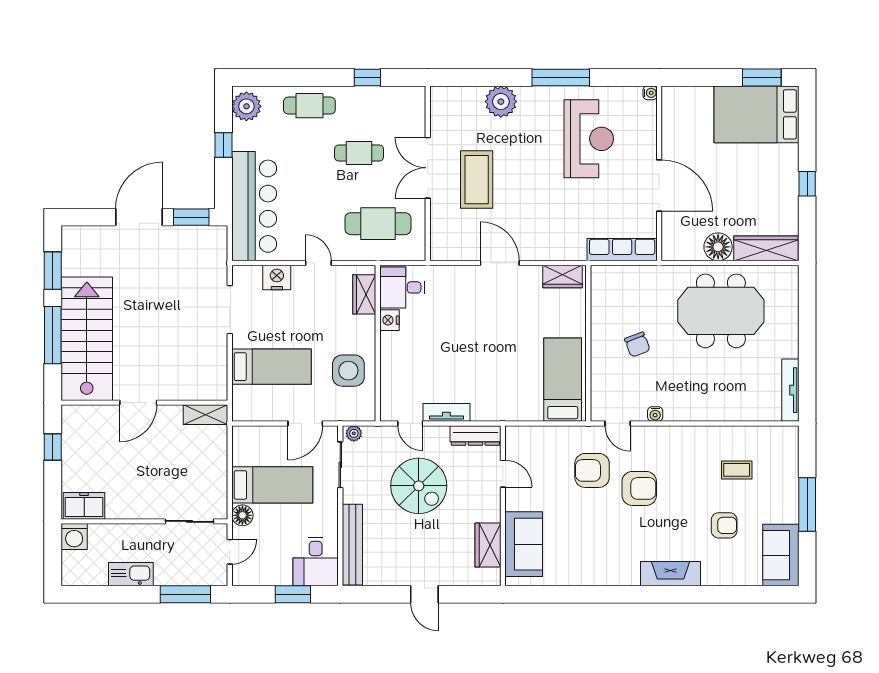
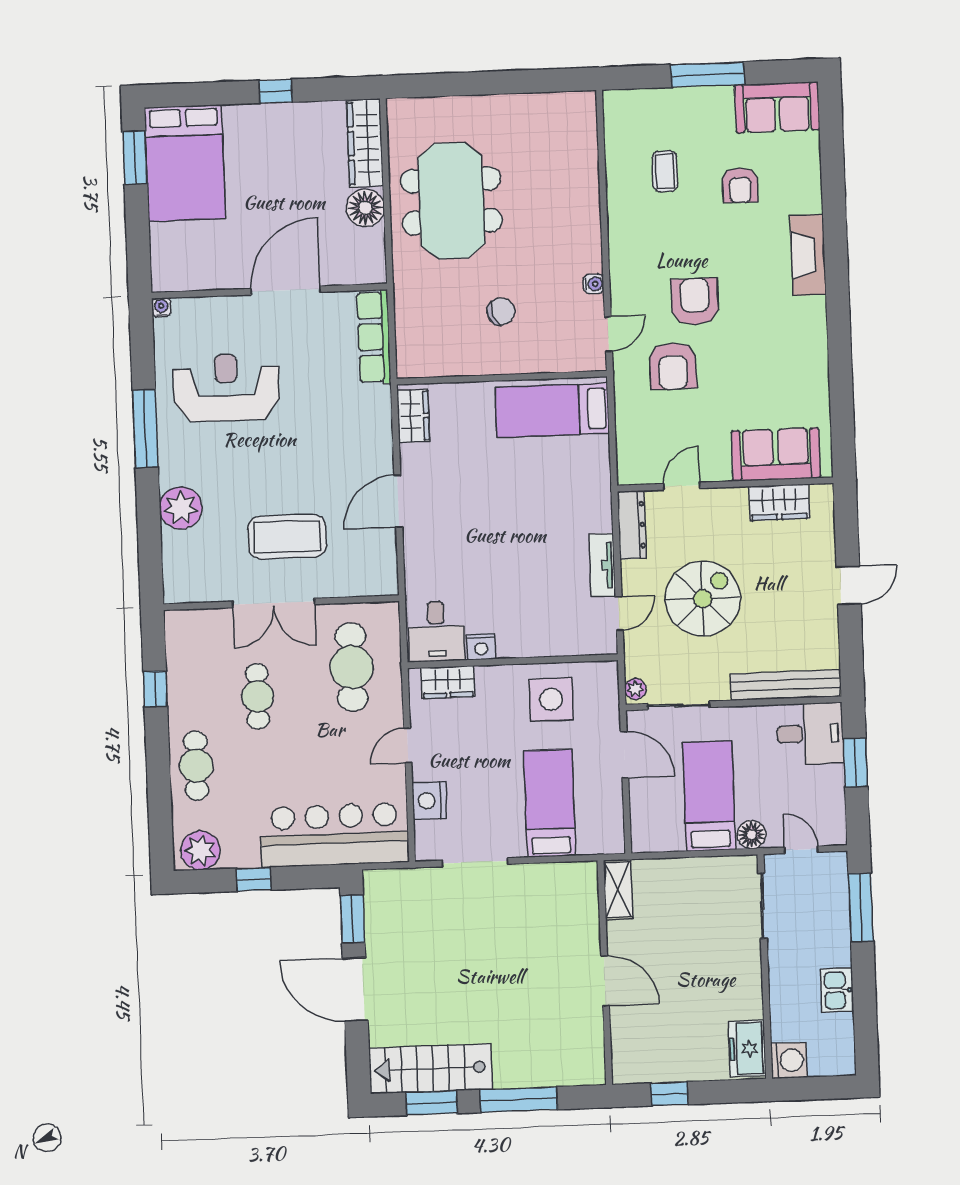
stairs: (87, 339) -> (431, 1069), moved, width x0.73, depth x0.66
tv unit: (790, 390) -> (555, 103), removed
armchair: (724, 525) -> (740, 185), turned 180
kitchen sink: (131, 574) -> (837, 990), width x0.73

